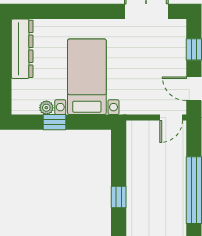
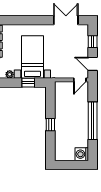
window: (54, 122) -> (28, 83), moved

